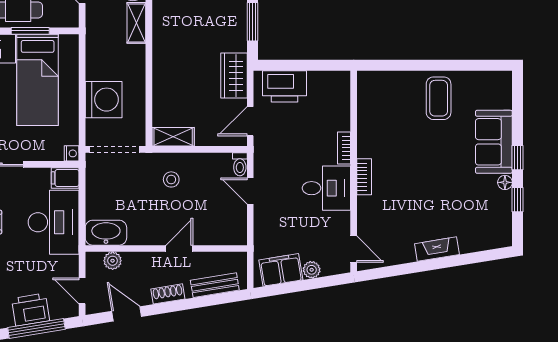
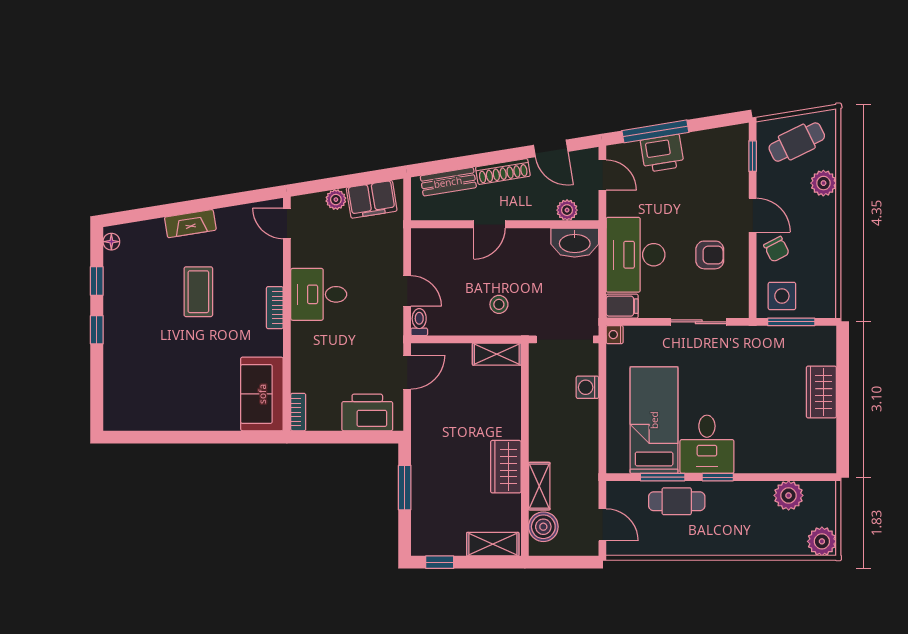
wardrobe: (234, 76) -> (506, 467), moved, turned 180
coffee table: (439, 98) -> (198, 292), moved
washing machine: (104, 100) -> (587, 387), width x0.53, depth x0.53
sofa: (494, 142) -> (262, 394), moved, turned 180
bookcase: (344, 148) -> (298, 412), moved
floor lamp: (505, 182) -> (111, 242), moved
shoe rack: (168, 294) -> (503, 172), width x1.43

